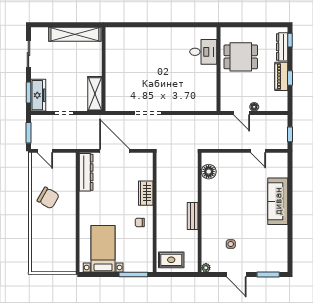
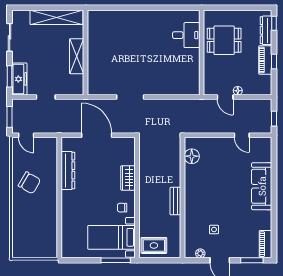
shelving: (95, 94) -> (77, 56), moved
dresser: (86, 172) -> (68, 170), moved
bed with nightstands: (103, 249) -> (111, 237), moved, turned -90
piano: (282, 259) -> (265, 244), added
plant: (206, 268) -> (200, 253), moved

